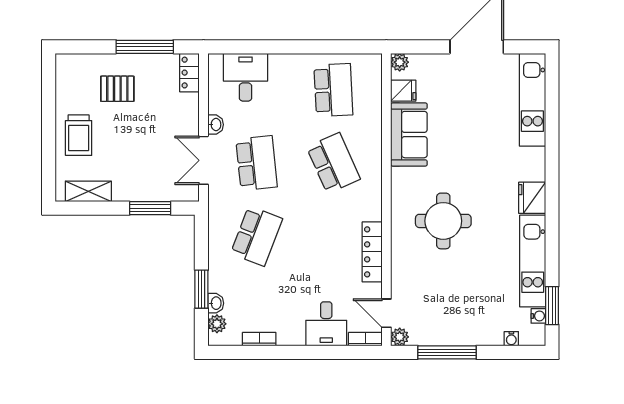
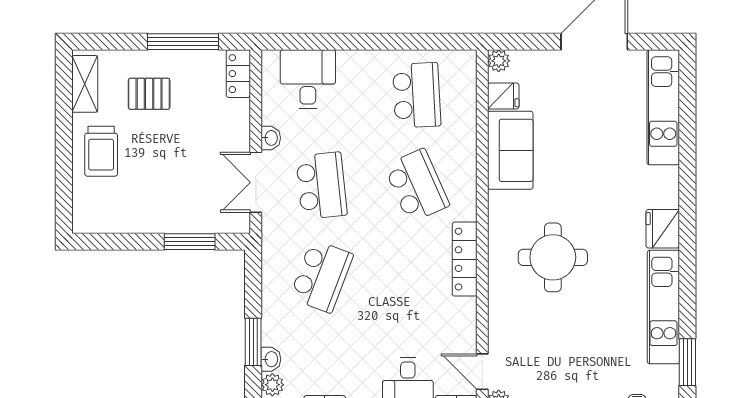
shelving: (88, 191) -> (85, 84), moved, turned 90
locker: (372, 252) -> (465, 259), moved
water cooler: (538, 316) -> (670, 375), removed

